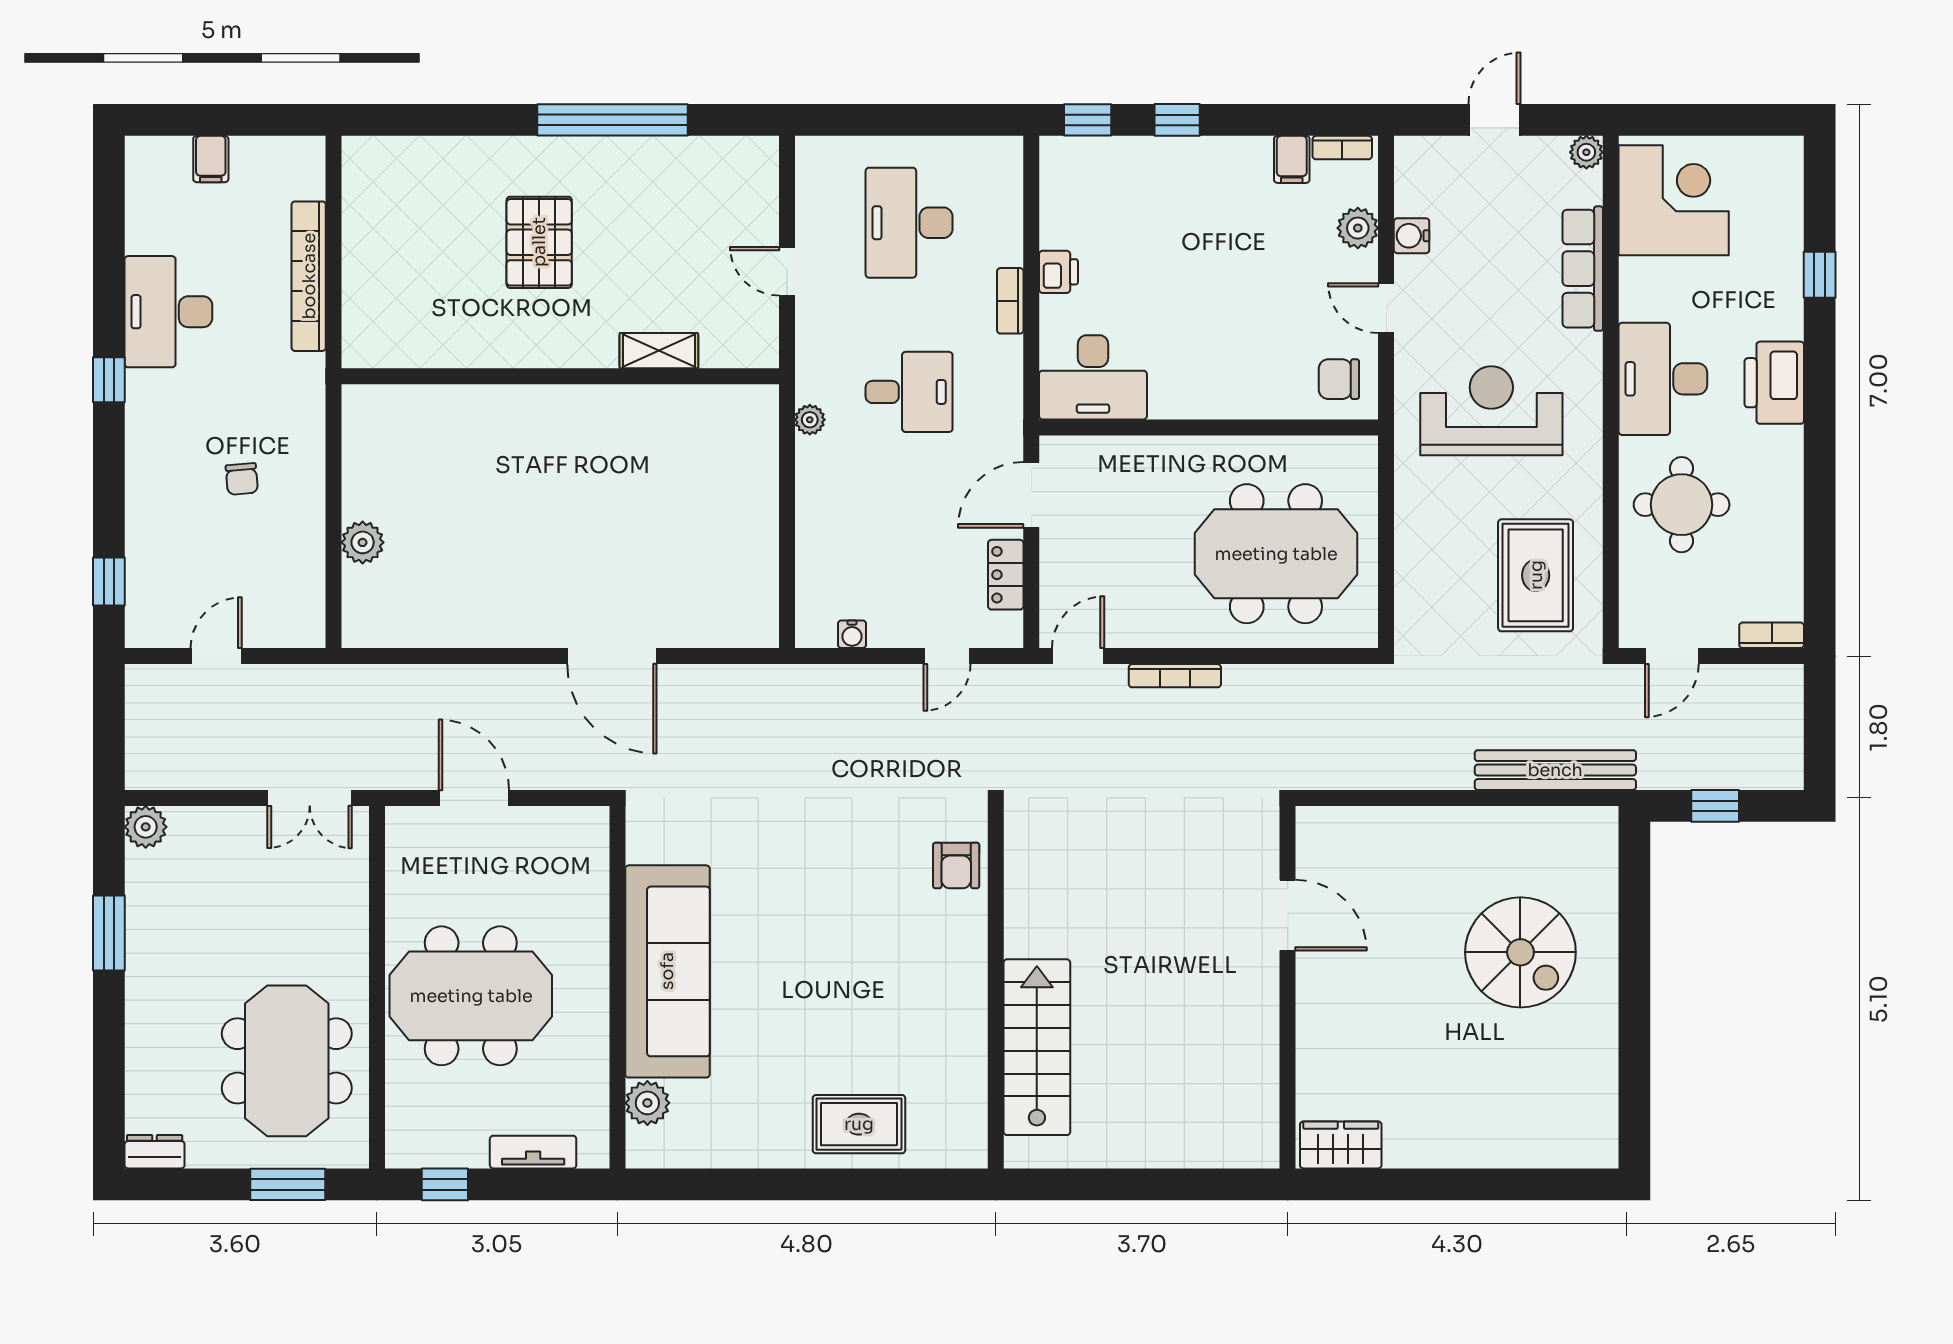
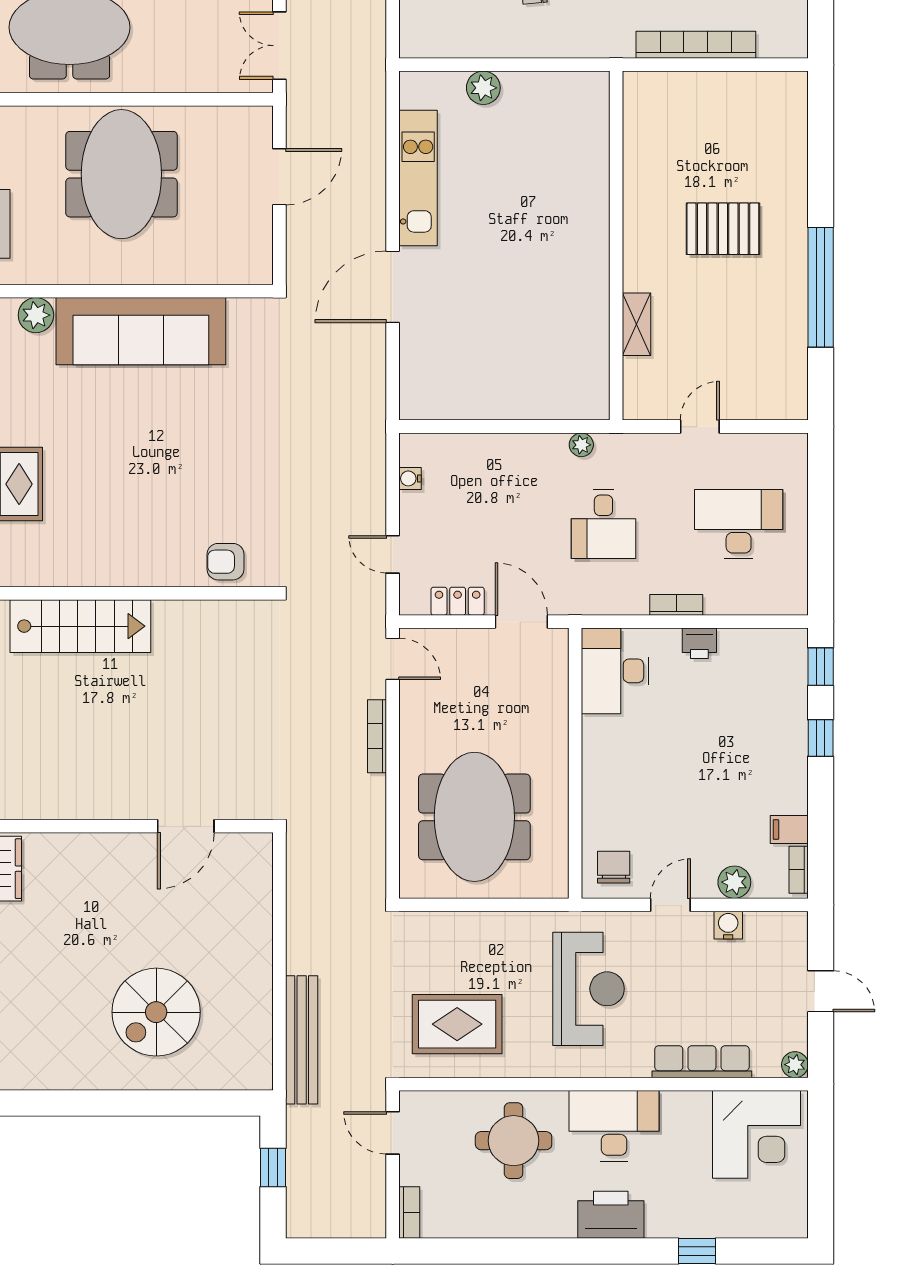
kitchen unit: (476, 624) -> (418, 178), added

